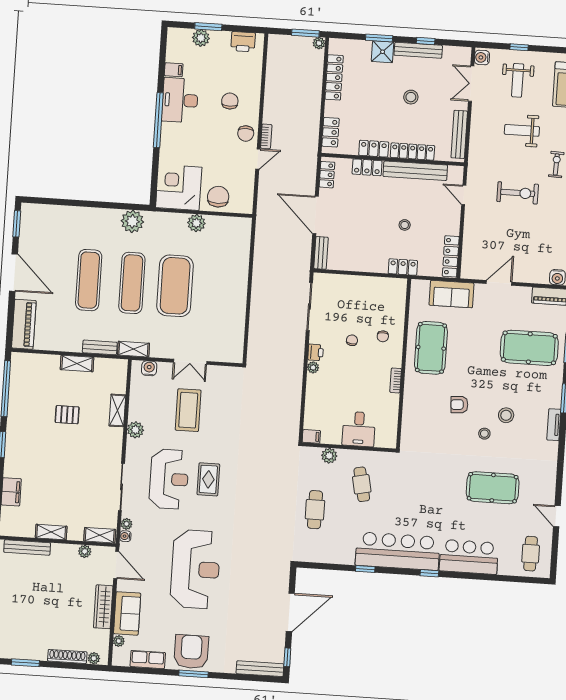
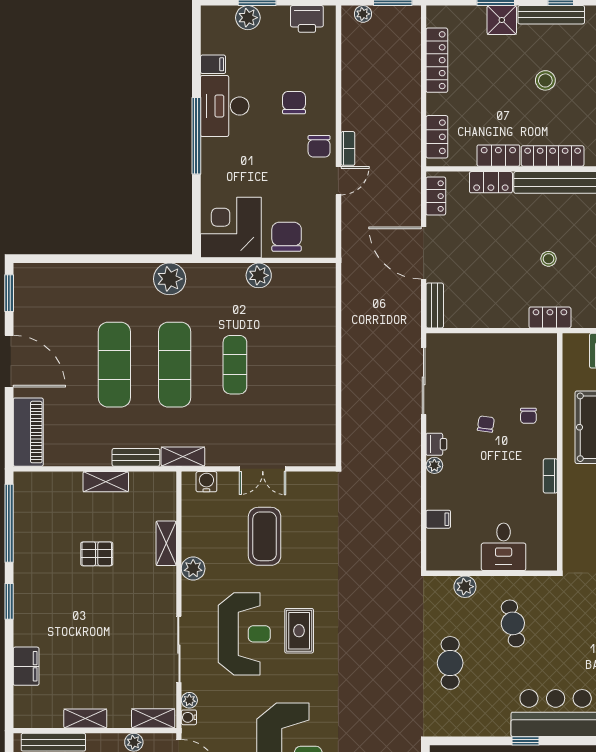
plant: (319, 43) -> (363, 14), moved
exercise mat: (175, 286) -> (235, 365), width x0.50, depth x0.69
filing cabinet: (311, 436) -> (438, 519), moved

